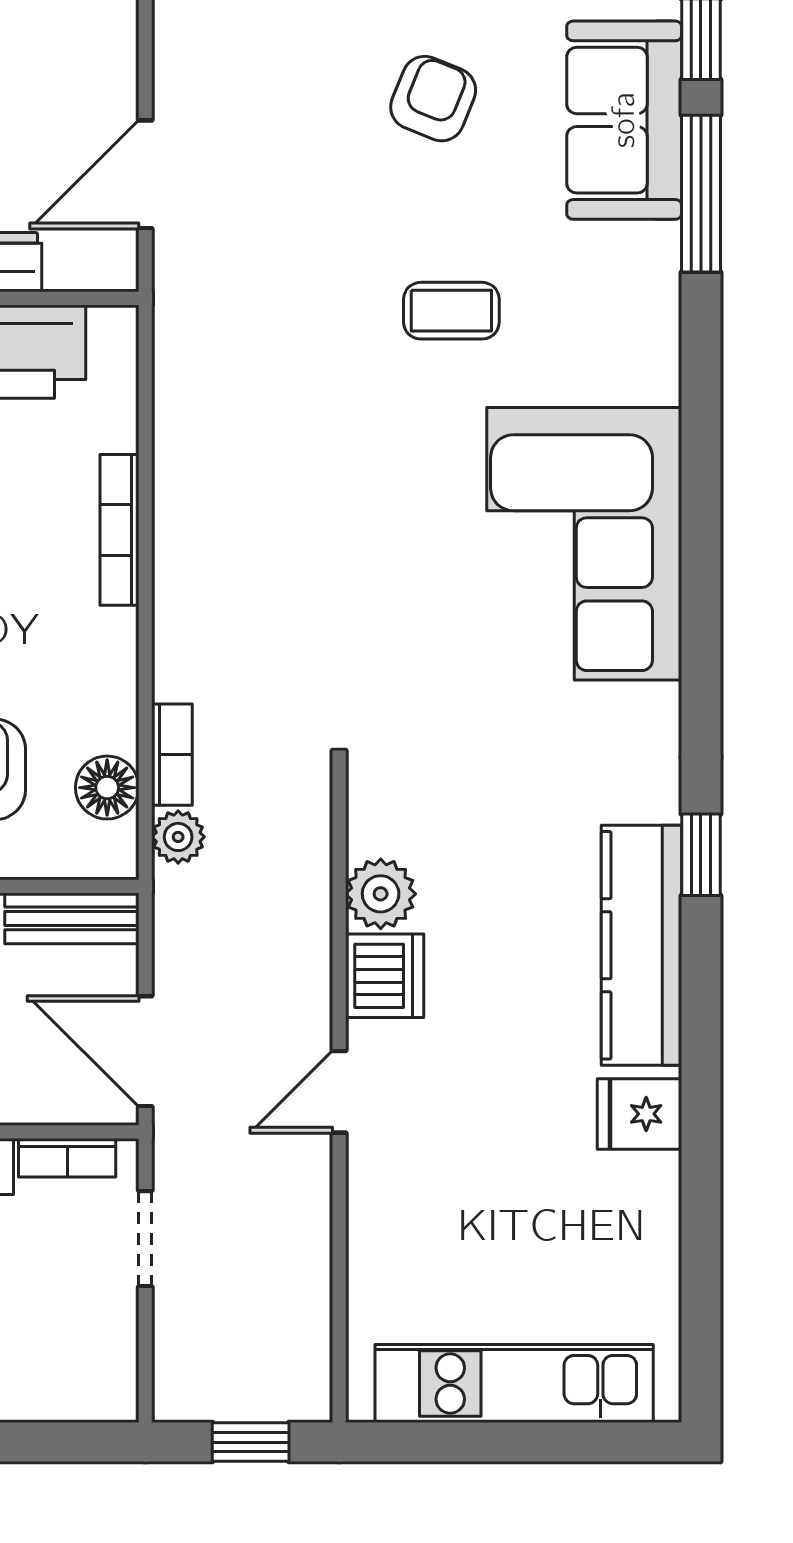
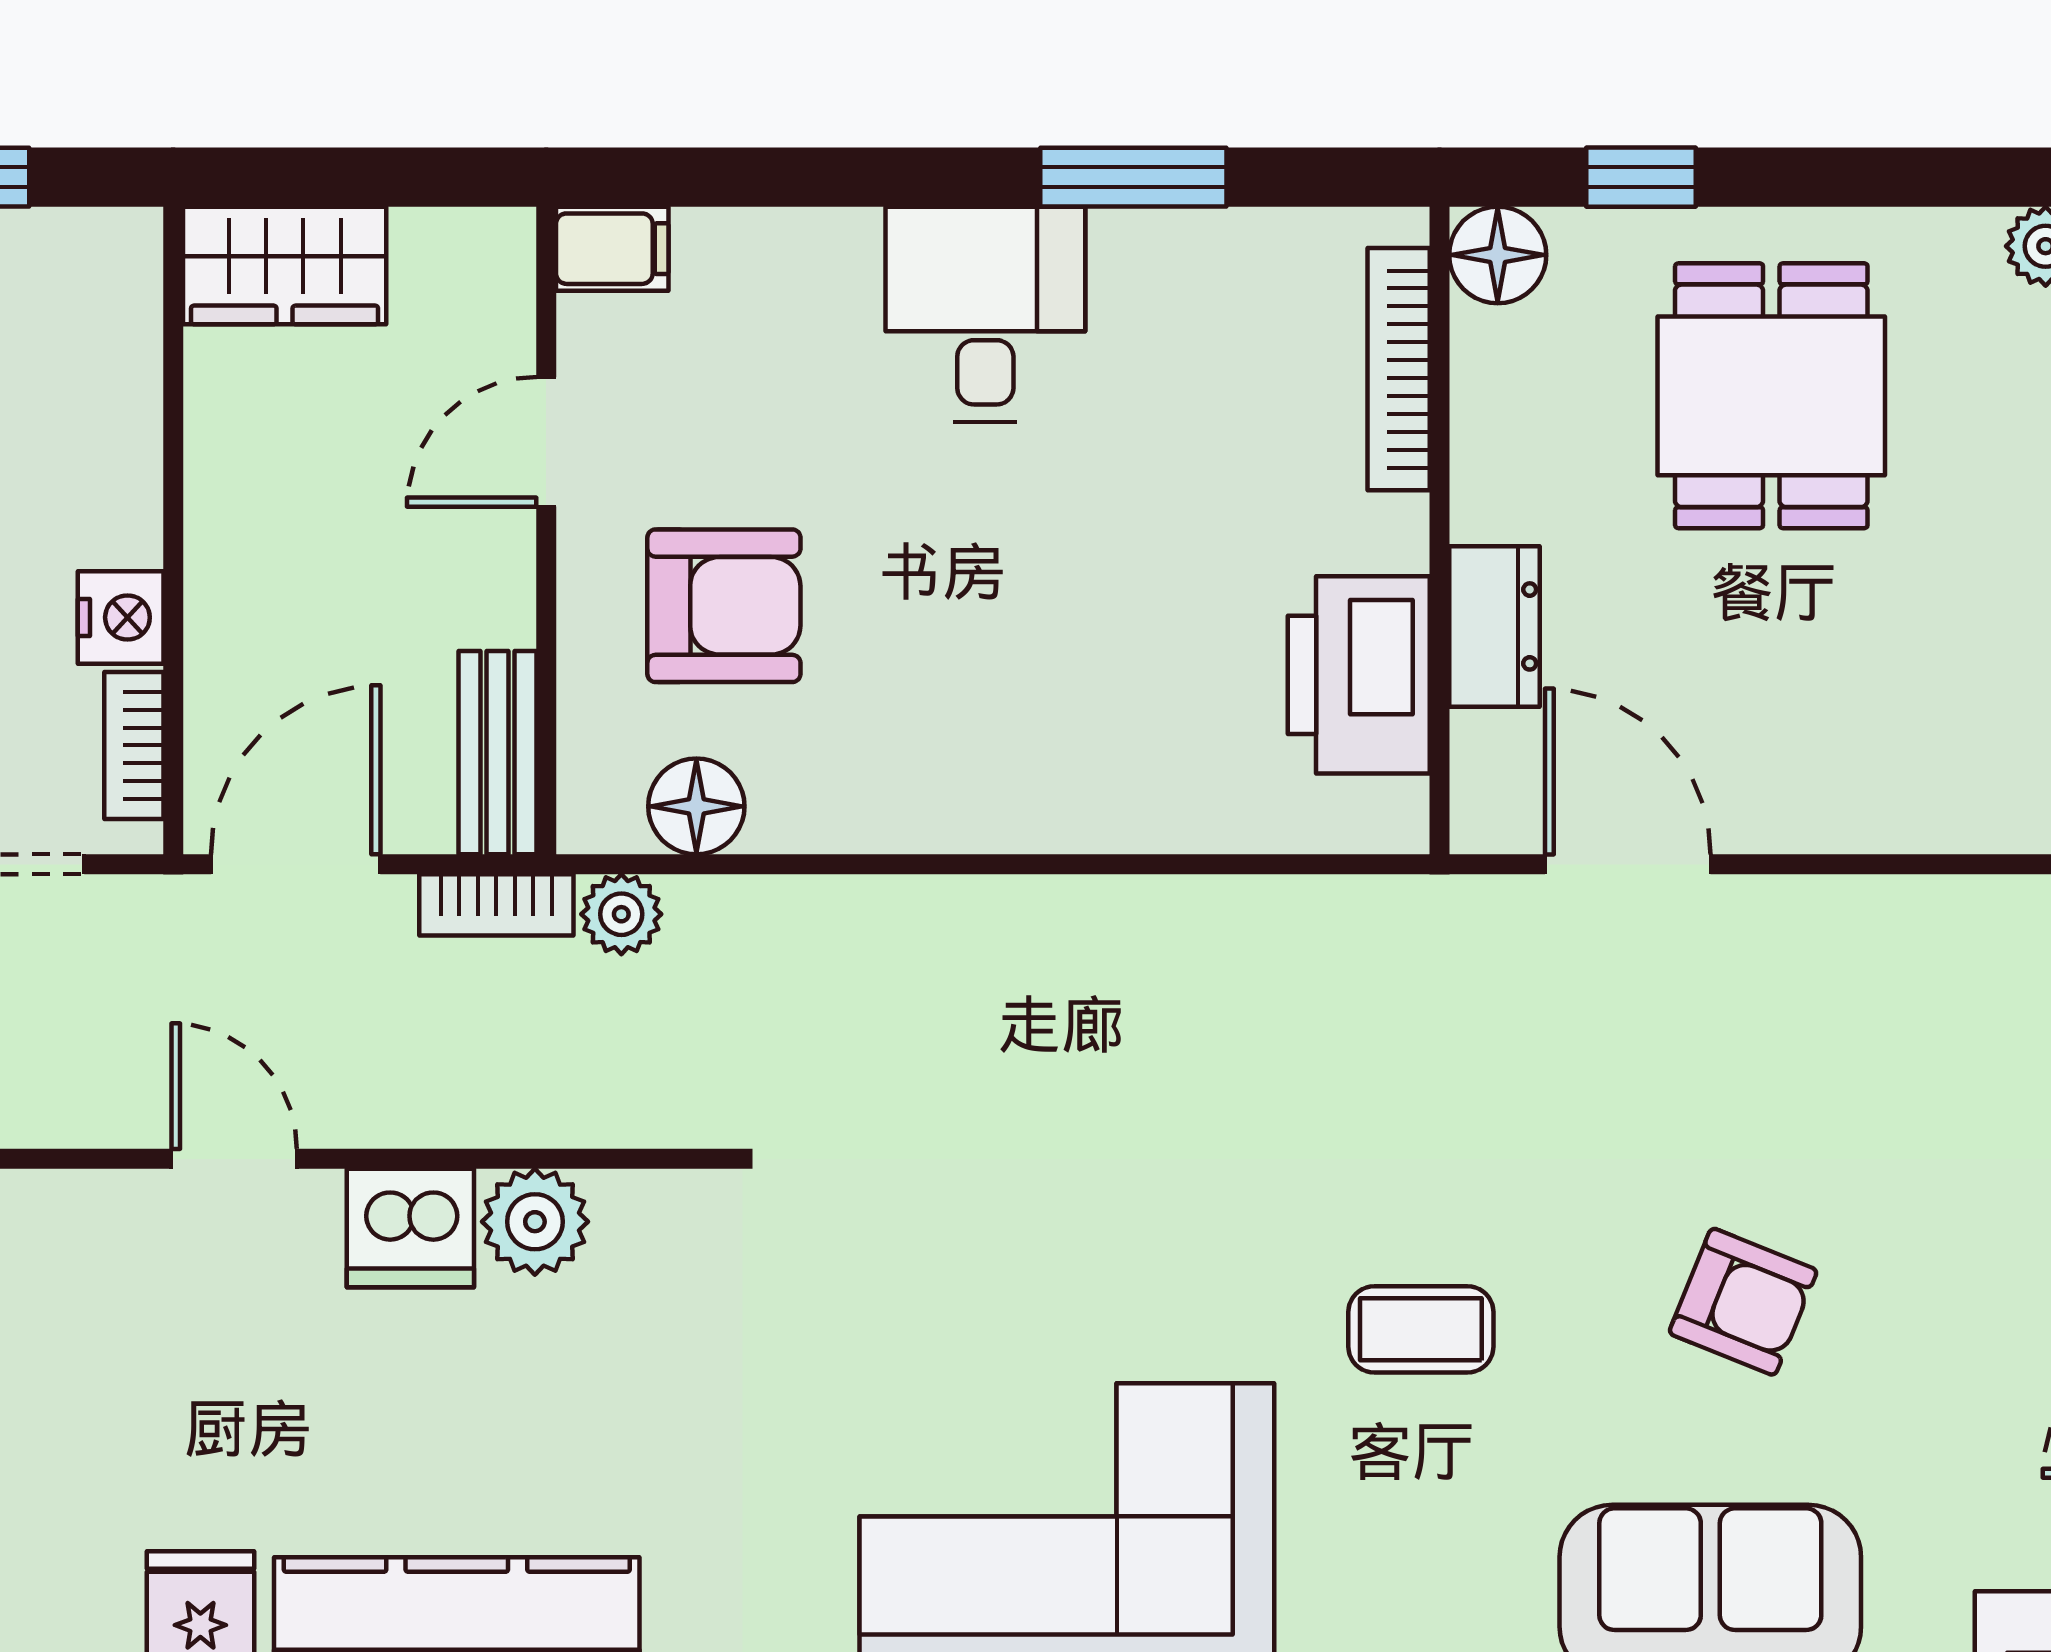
coffee table: (451, 311) -> (1421, 1329), turned 90
bookcase: (119, 530) -> (1088, 825), removed
bookcase: (172, 755) -> (496, 905), moved

